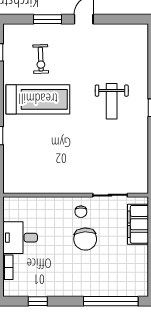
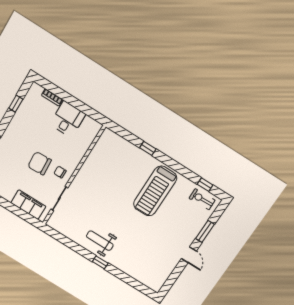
exercise bike: (41, 59) -> (202, 199), moved
weight bench: (112, 101) -> (100, 241), moved

